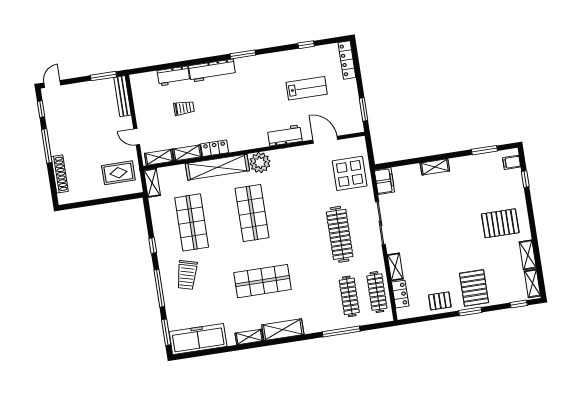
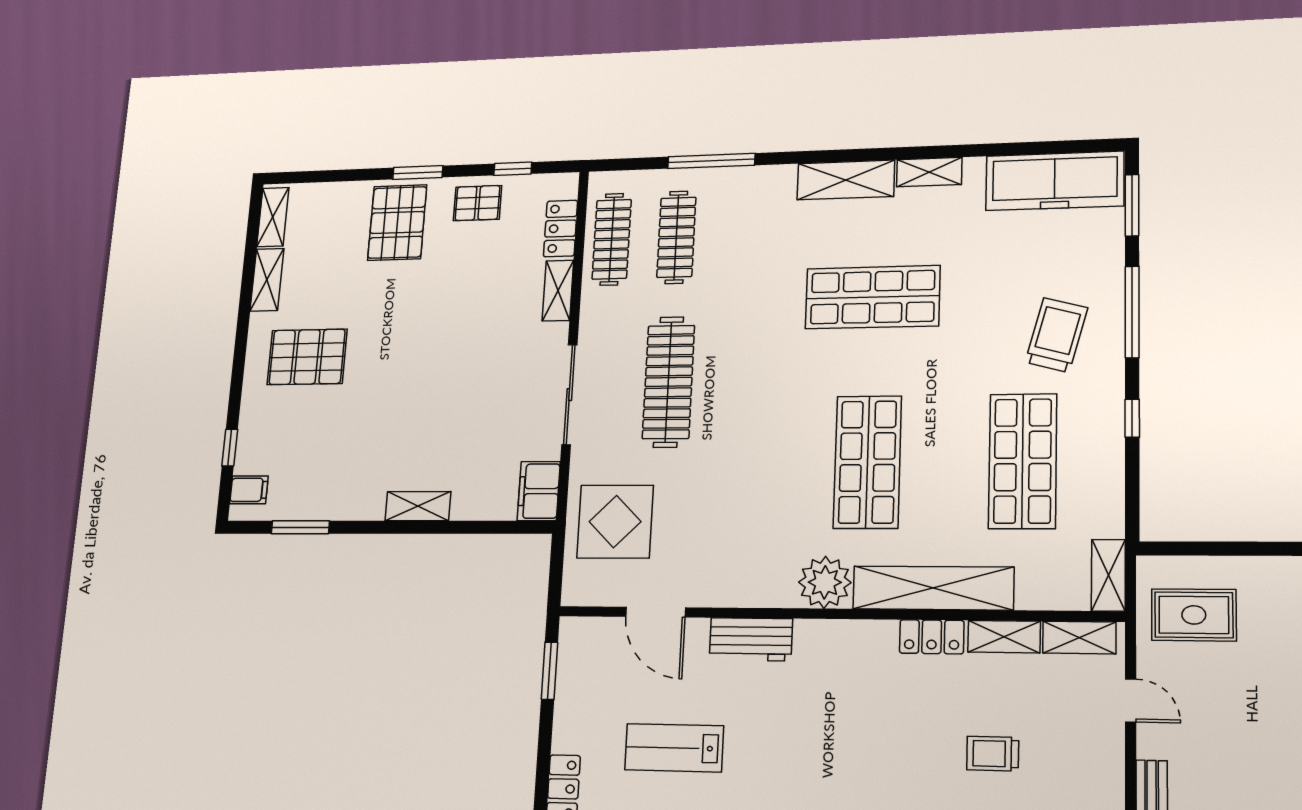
window: (519, 304) -> (513, 169), moved

